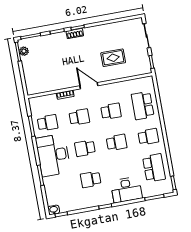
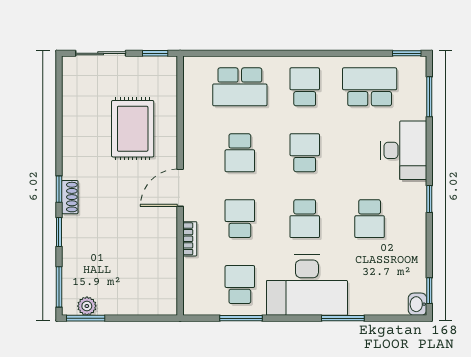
rug: (113, 58) -> (133, 129), width x1.36, depth x1.43
school desk: (111, 111) -> (240, 153), turned 180

